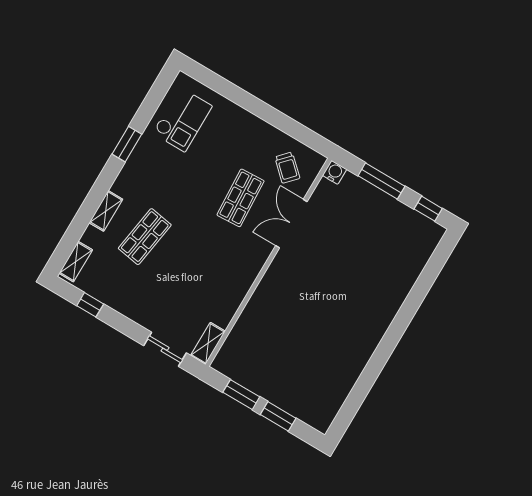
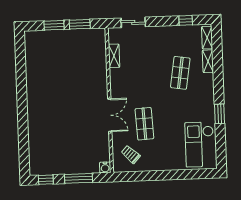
checkout: (182, 120) -> (199, 144), width x1.36, depth x1.21
shelving: (106, 211) -> (208, 61), moved
double door: (291, 224) -> (110, 115), moved
shelving: (208, 343) -> (114, 56), moved

